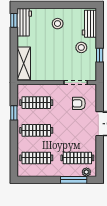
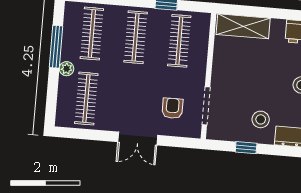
plant: (86, 172) -> (67, 69), moved
window: (74, 180) -> (56, 47), moved

